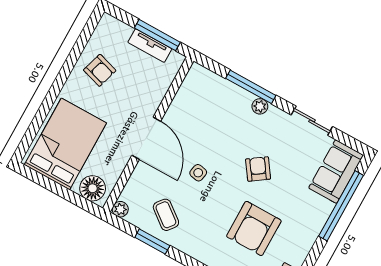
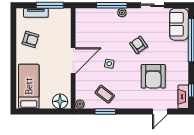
tv unit: (150, 46) -> (36, 13), moved
door: (146, 138) -> (73, 61), hinge flipped
bed: (65, 144) -> (29, 86), width x0.67

